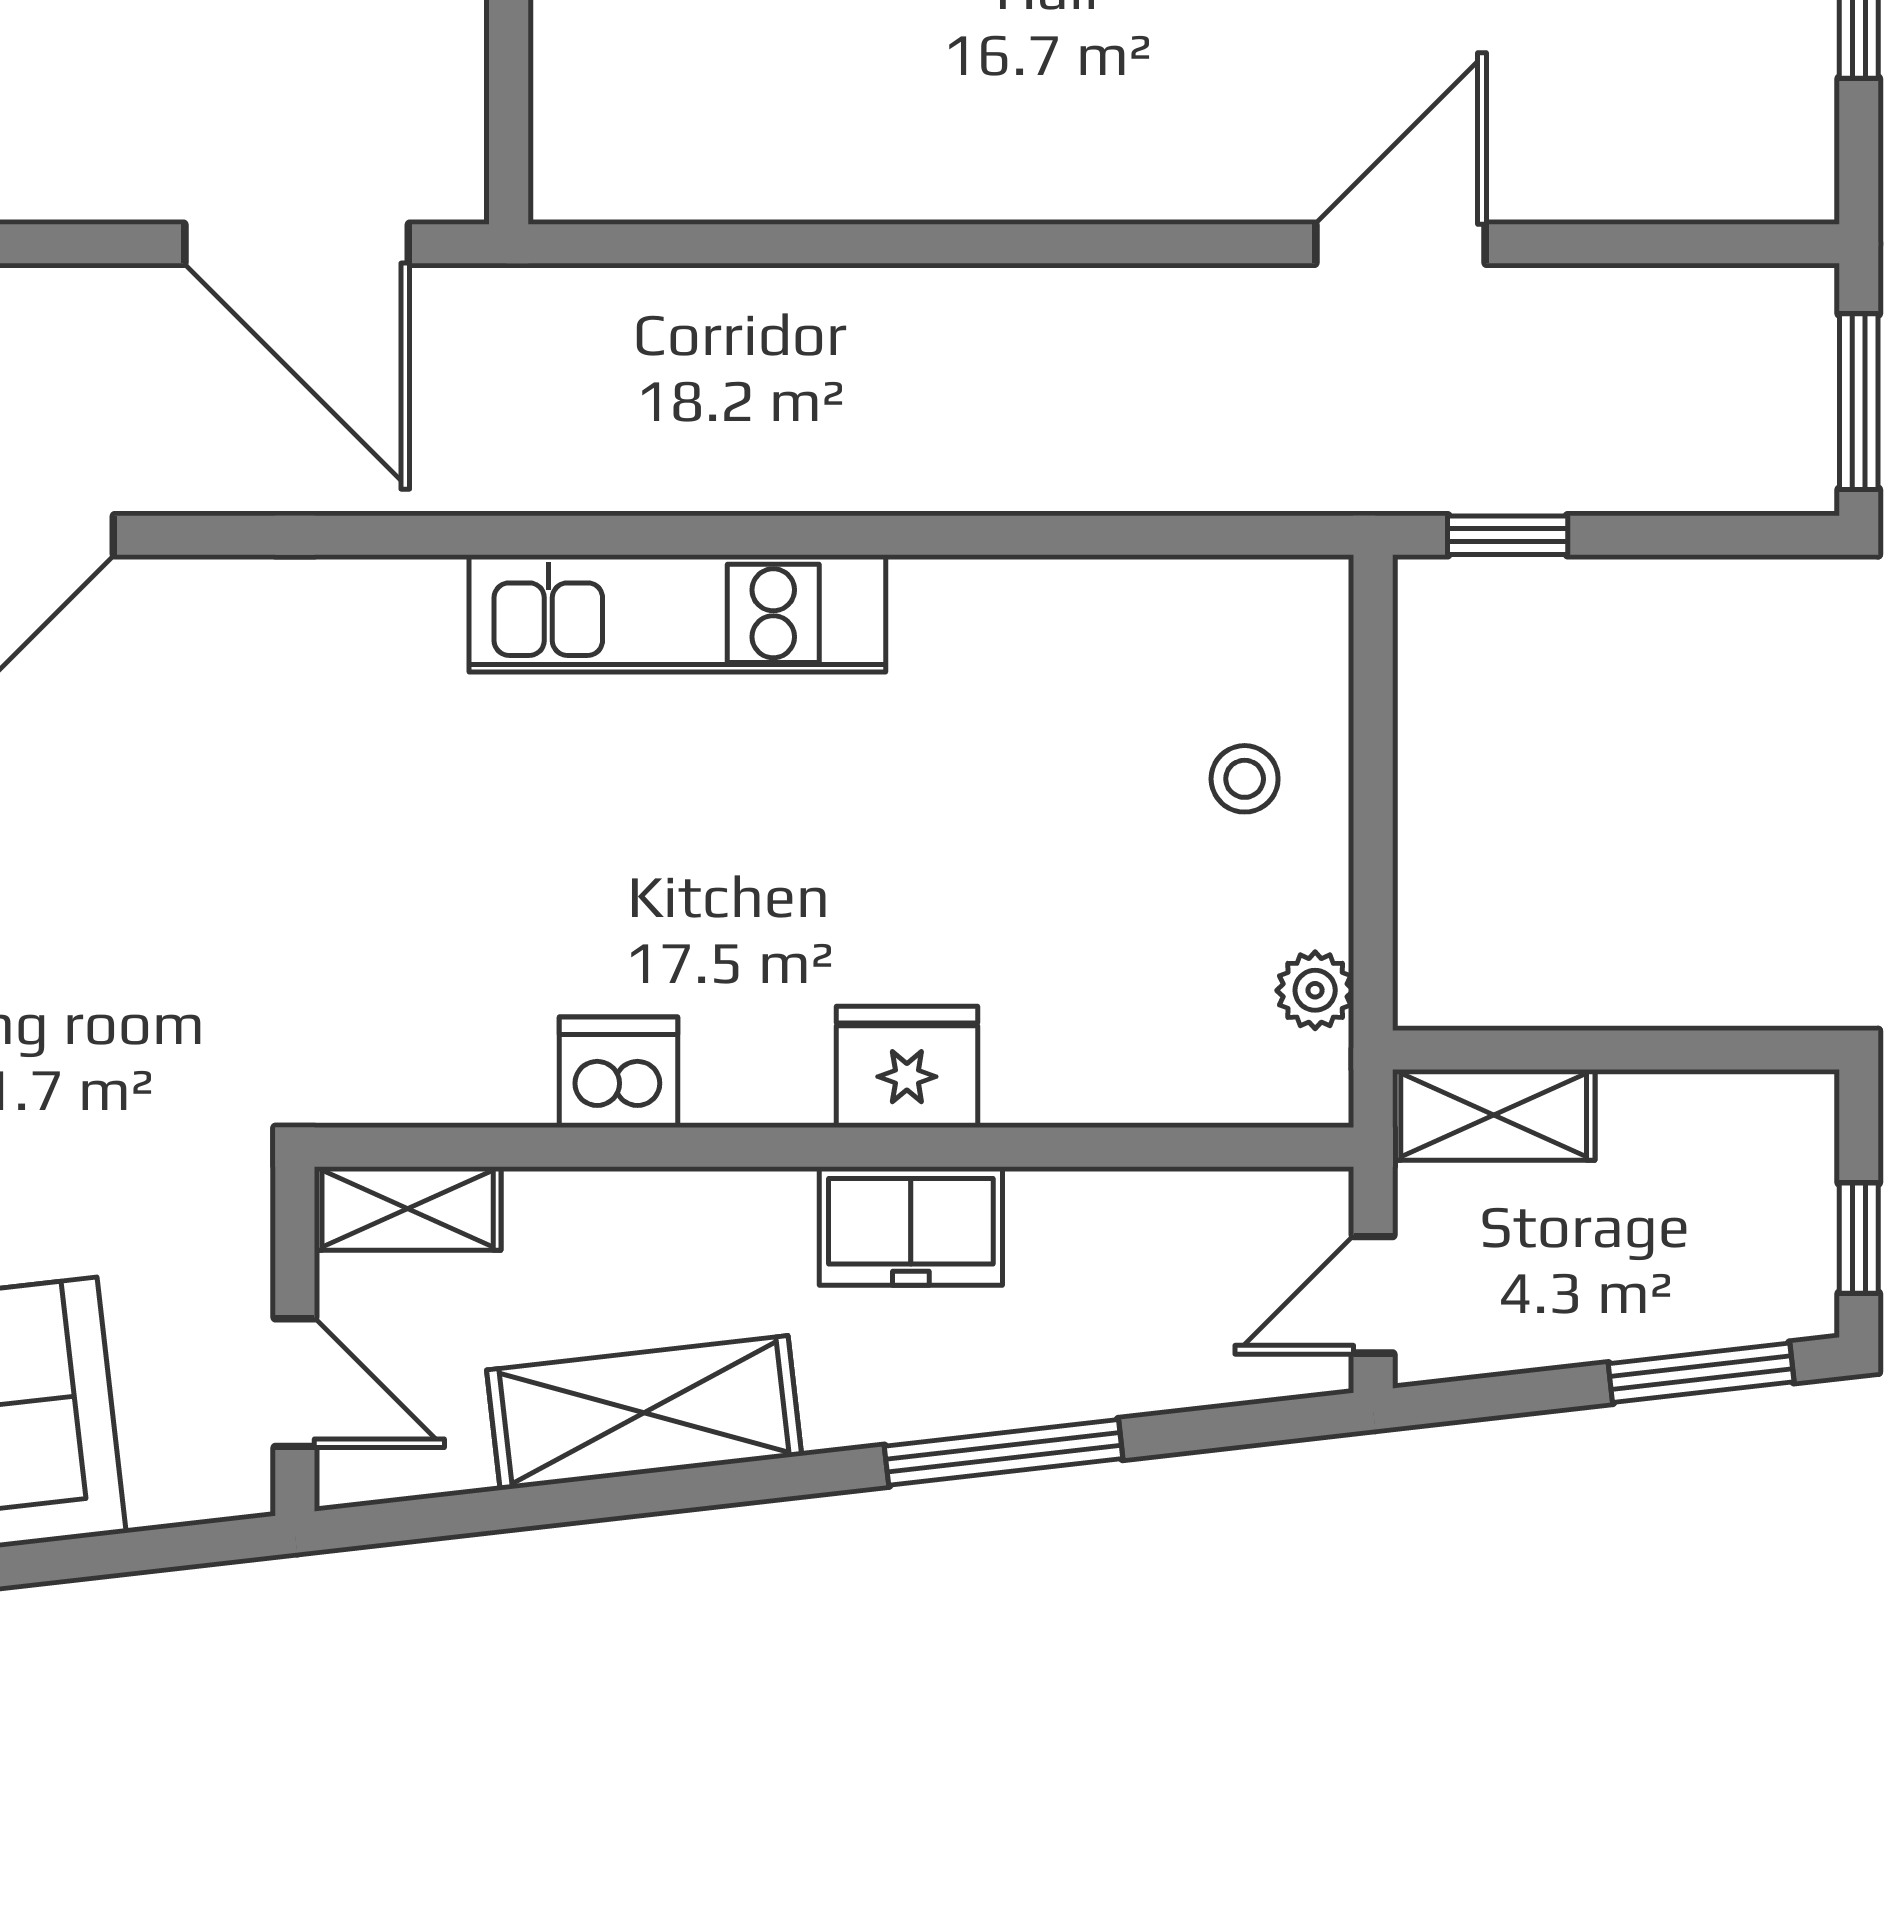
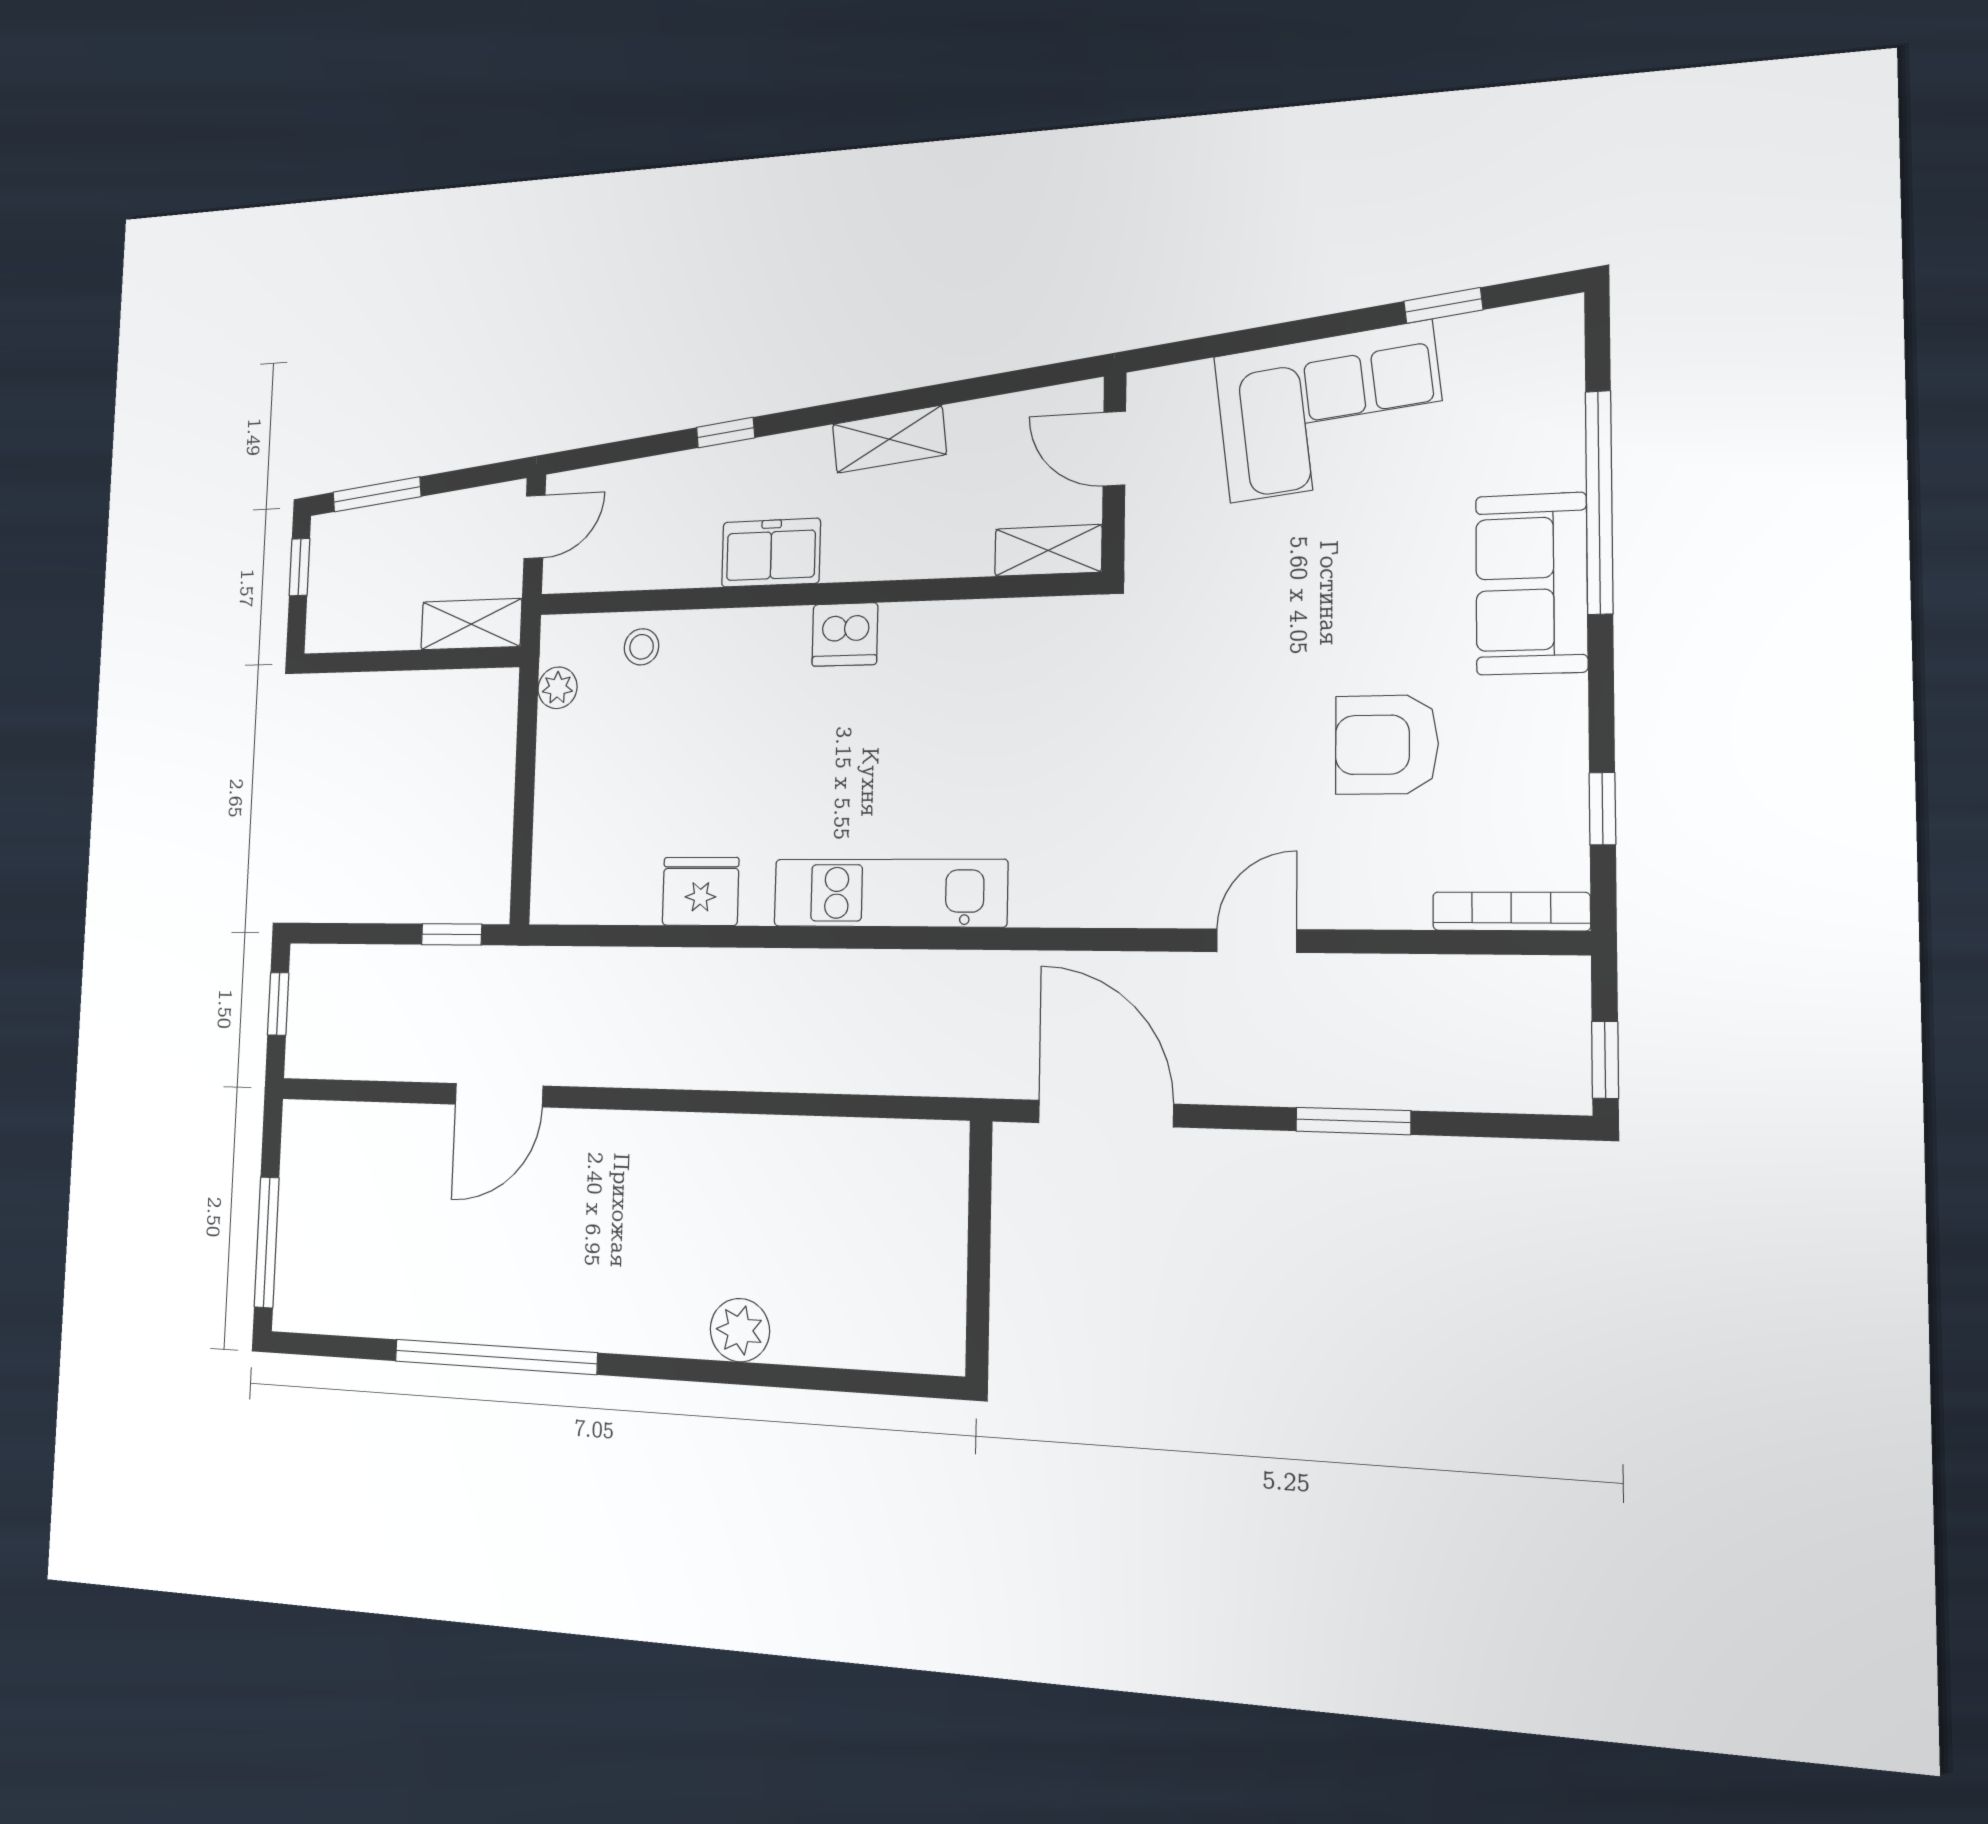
window: (1859, 402) -> (278, 1004), width x0.67
stool: (1245, 779) -> (641, 647), moved
fridge: (907, 1067) -> (701, 891), moved, turned 180
dishwasher: (619, 1072) -> (845, 634), moved
shelving: (644, 1413) -> (889, 439), width x0.67, depth x0.75
window: (1004, 1452) -> (726, 433), width x0.46

